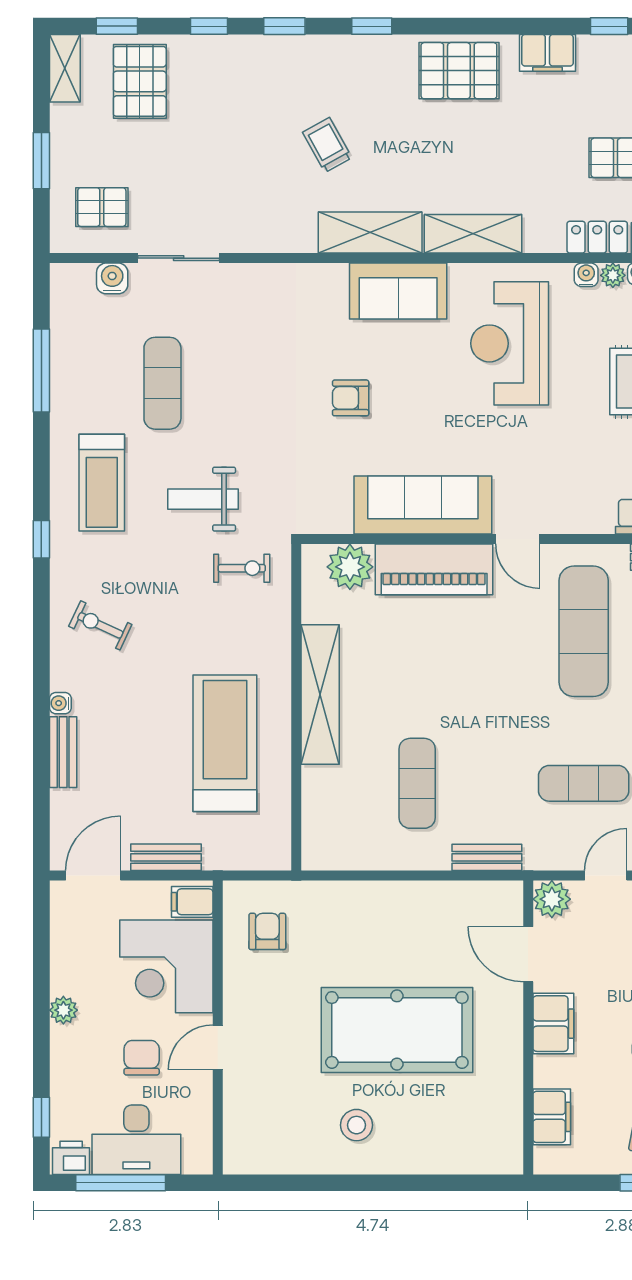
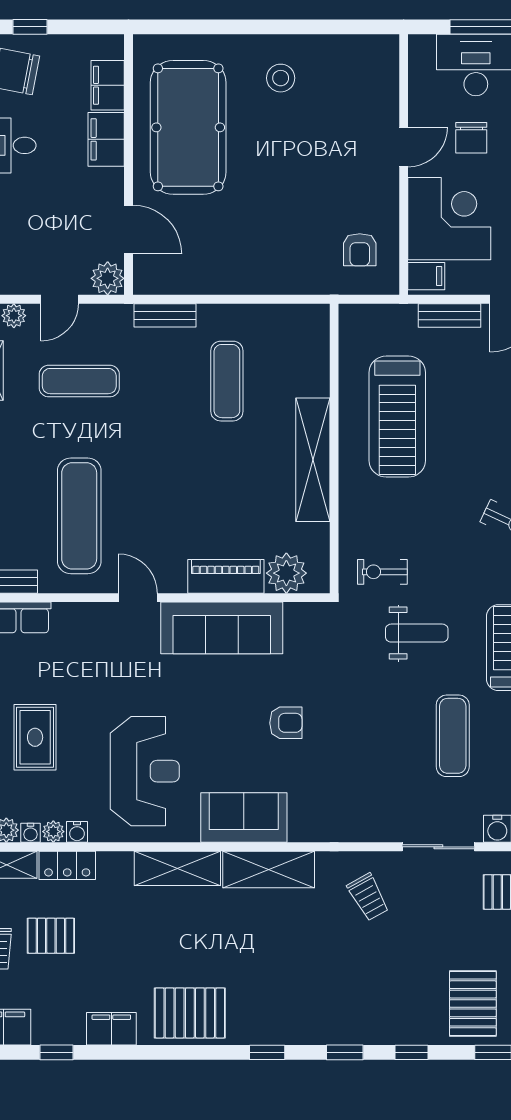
trolley: (327, 145) -> (368, 897), moved
piano: (434, 569) -> (226, 576), width x0.73, depth x0.75
filing cabinet: (553, 1024) -> (106, 139), moved
pool table: (397, 1030) -> (188, 127), moved, turned 90

